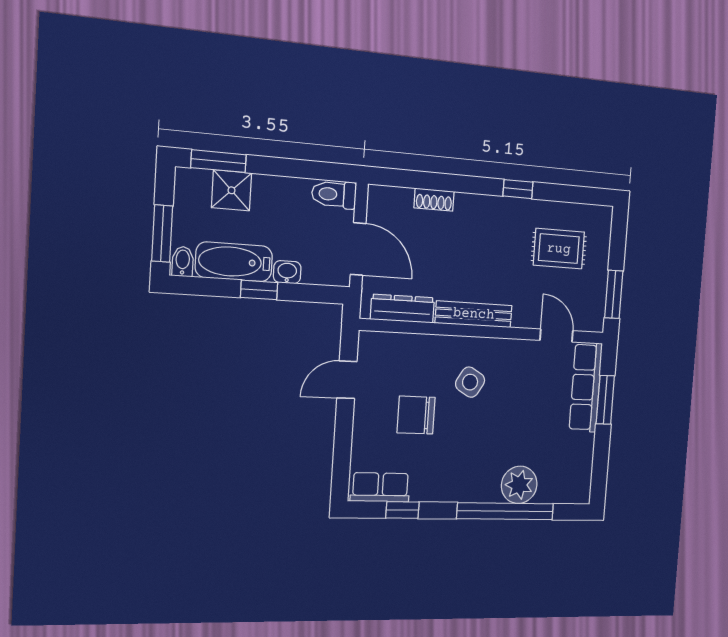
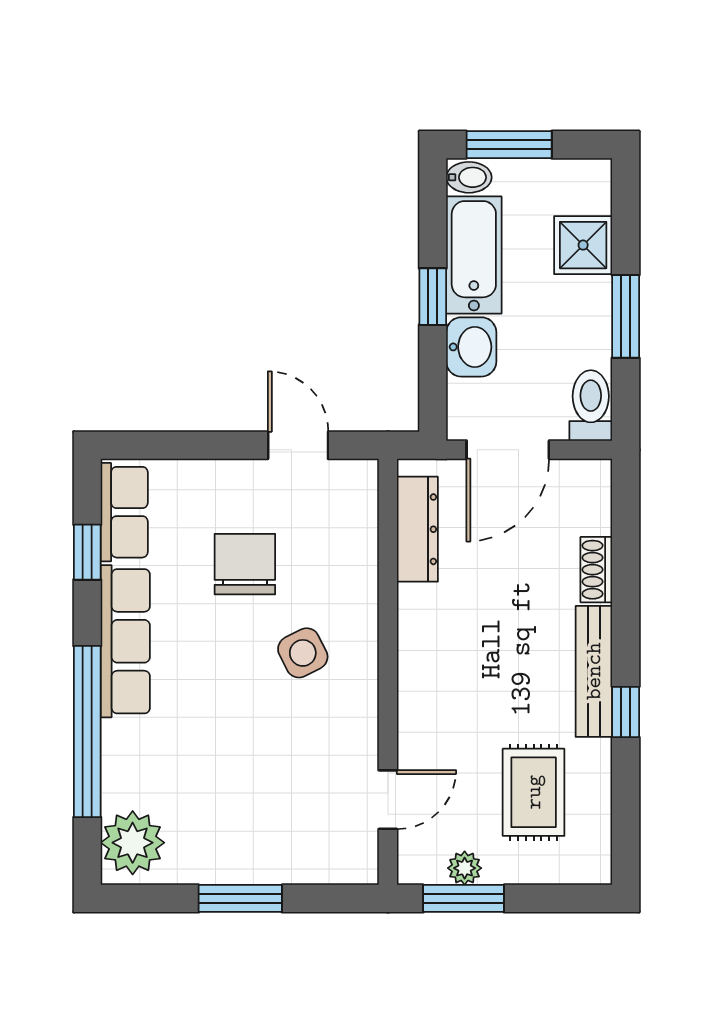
window: (219, 161) -> (626, 316), moved
washbasin: (287, 272) -> (471, 347), width x1.38, depth x1.45
plant: (597, 293) -> (465, 868), added
bench: (474, 314) -> (594, 671), moved
side table: (470, 382) -> (303, 653), turned 32
row of seats: (586, 387) -> (125, 641), moved, turned 90
window: (605, 400) -> (240, 898), moved
plant: (519, 485) -> (133, 843), moved

